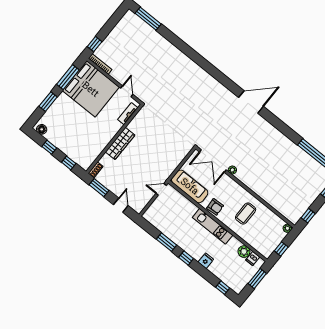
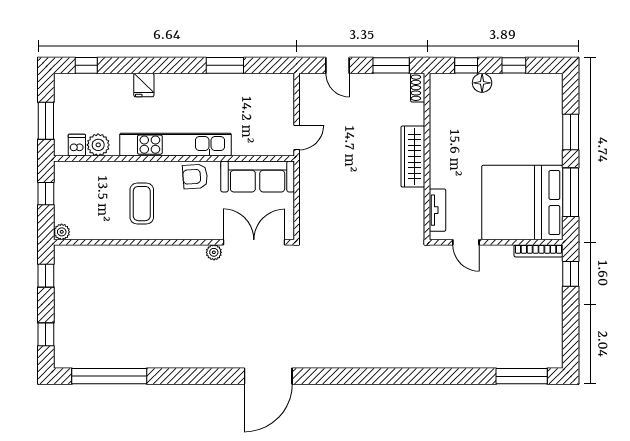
floor lamp: (42, 129) -> (482, 83), moved
kitchen unit: (213, 226) -> (175, 145), width x1.36
window: (186, 258) -> (177, 65), removed

